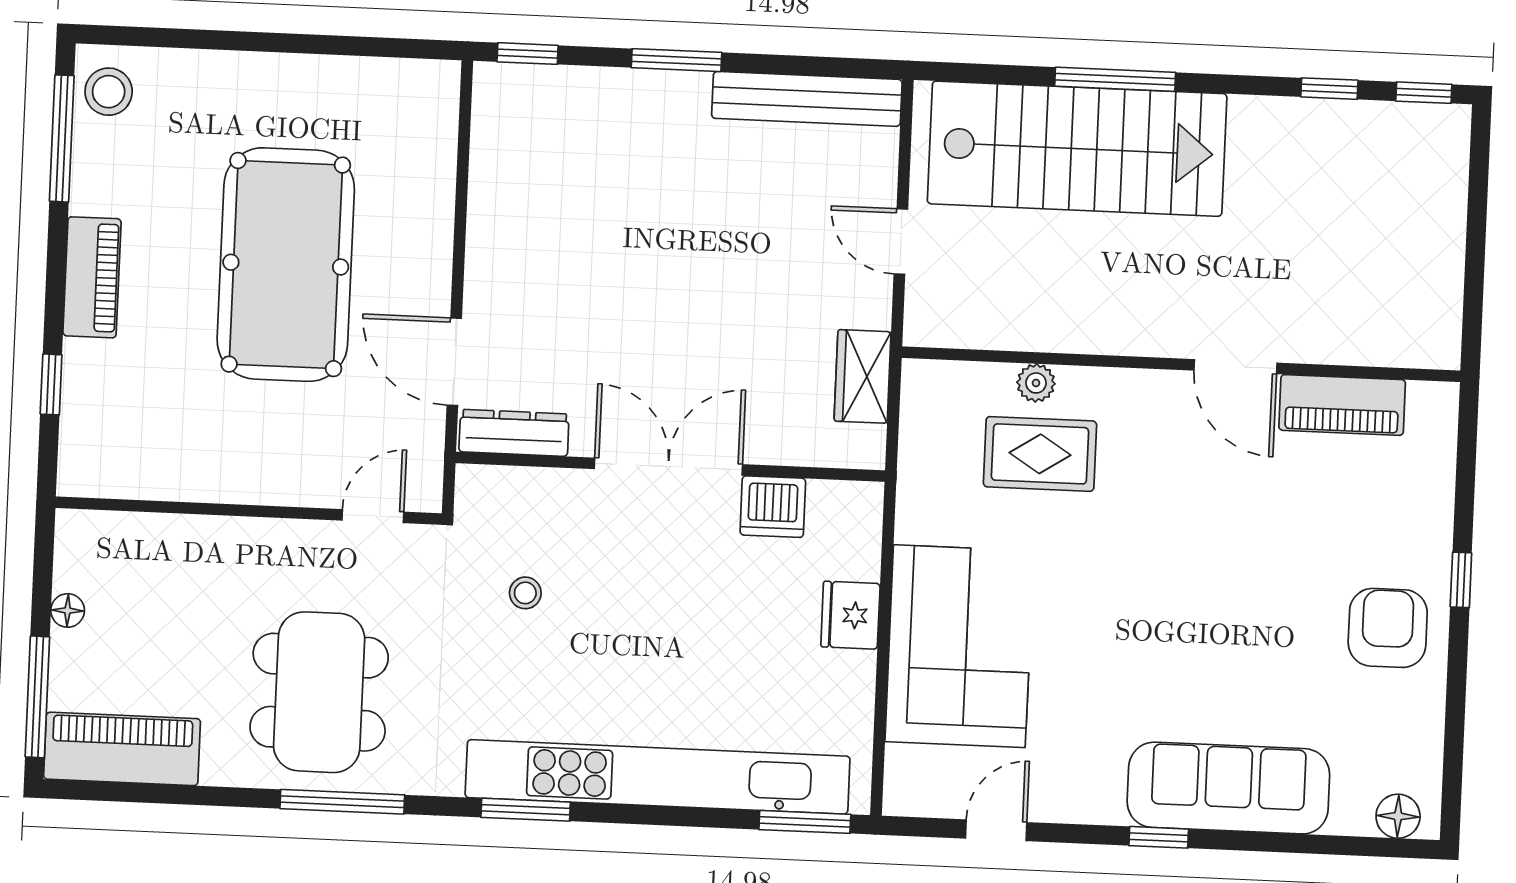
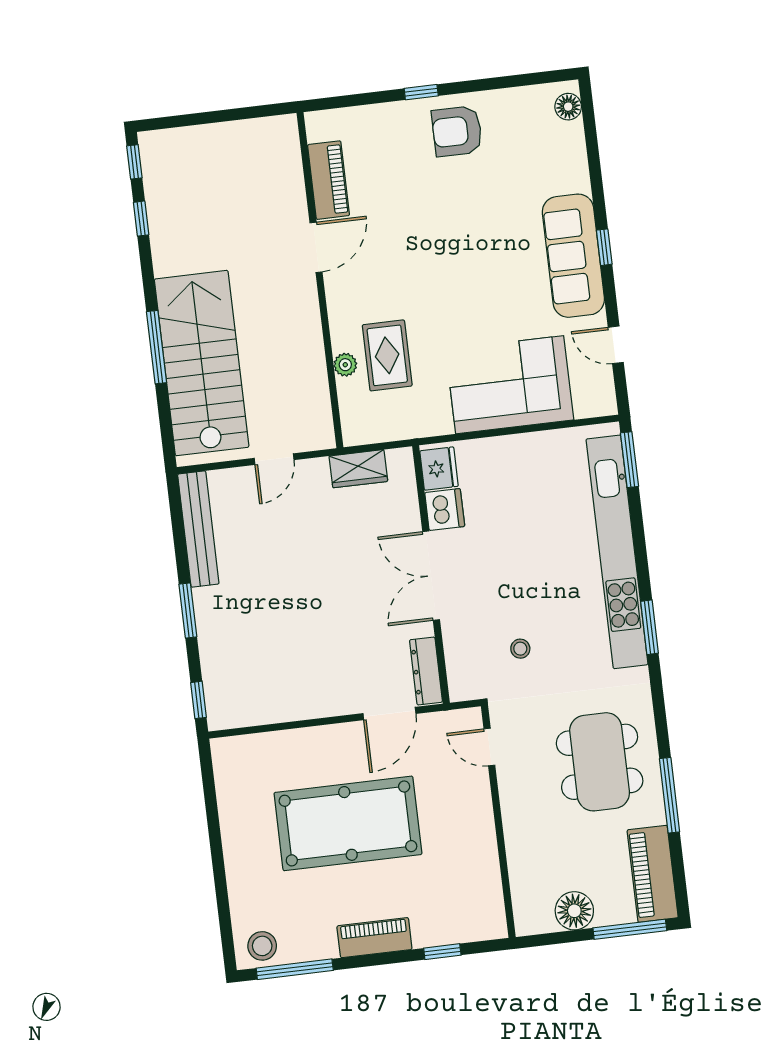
floor lamp: (68, 610) -> (574, 911), width x1.89, depth x1.89
fridge: (850, 615) -> (439, 469), moved, turned -90
dining table: (319, 692) -> (600, 762), turned 90
sofa: (1228, 788) -> (573, 256), moved
window: (342, 802) -> (670, 795), moved

